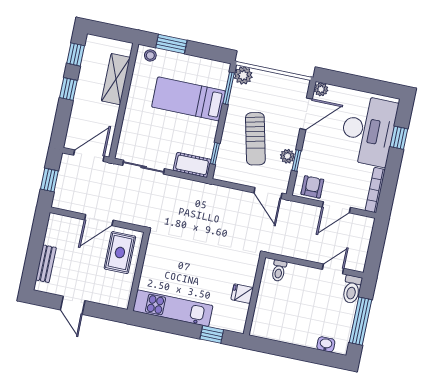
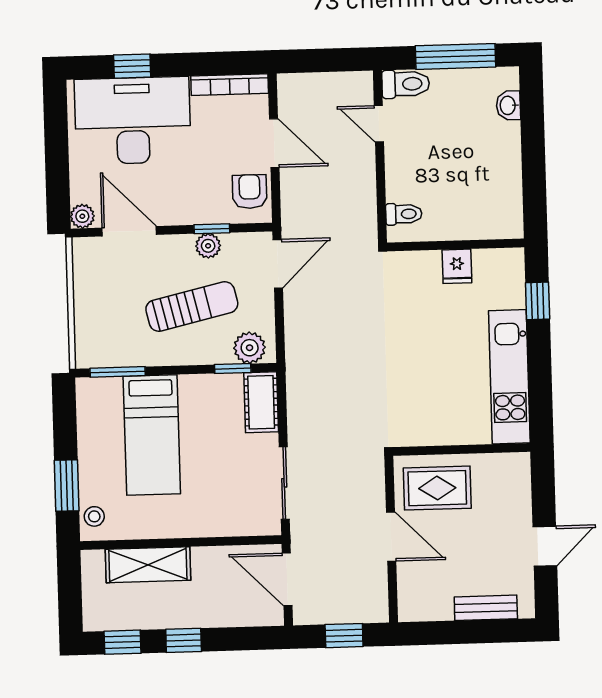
plant: (243, 75) -> (250, 348), moved
armchair: (312, 187) -> (250, 192), turned 90

